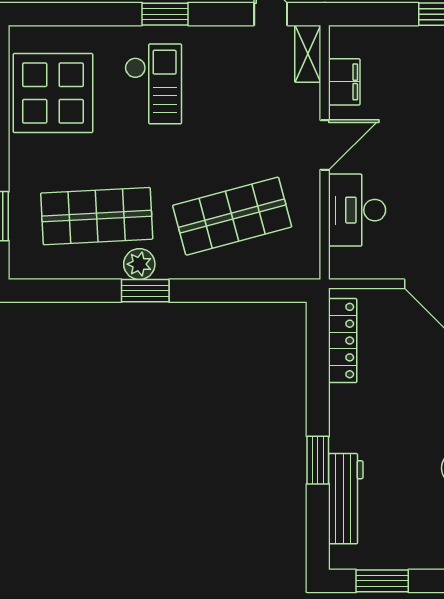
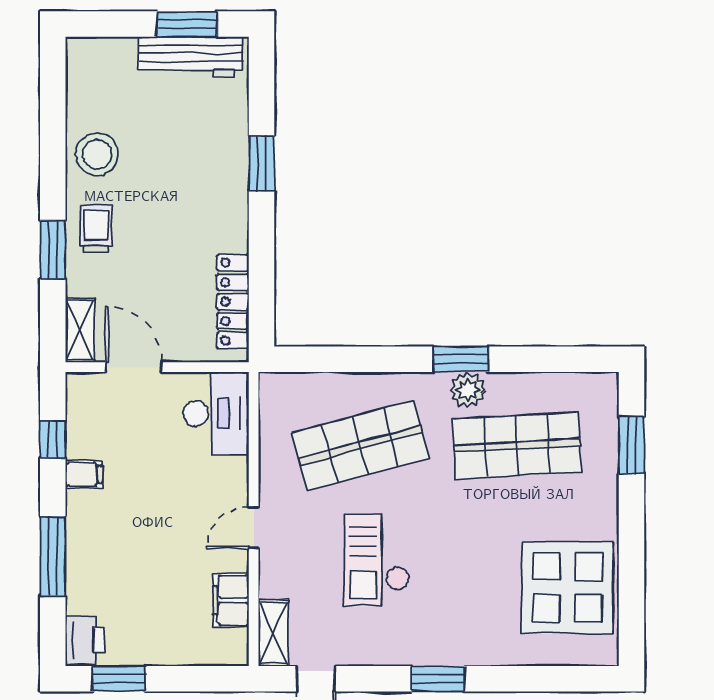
checkout: (153, 84) -> (377, 560), moved
door: (325, 145) -> (254, 528), width x0.73
desk: (357, 210) -> (216, 414), moved
workbench: (346, 499) -> (190, 56), moved, turned -90

